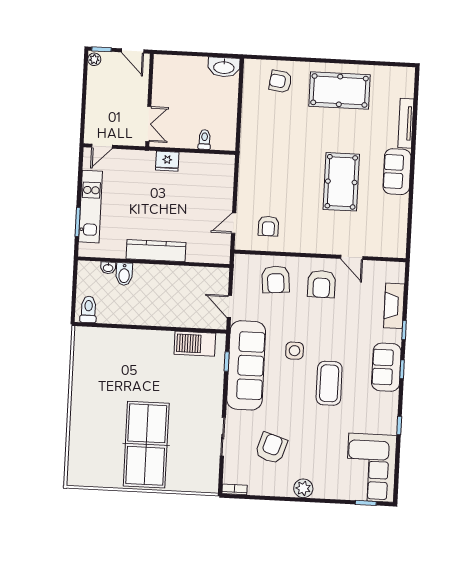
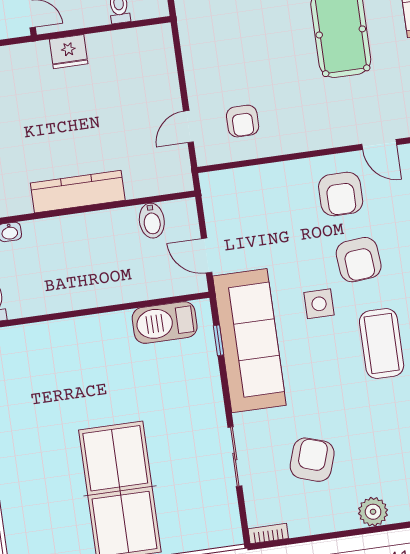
bidet: (124, 274) -> (152, 221), moved
armchair: (276, 279) -> (359, 260), moved

